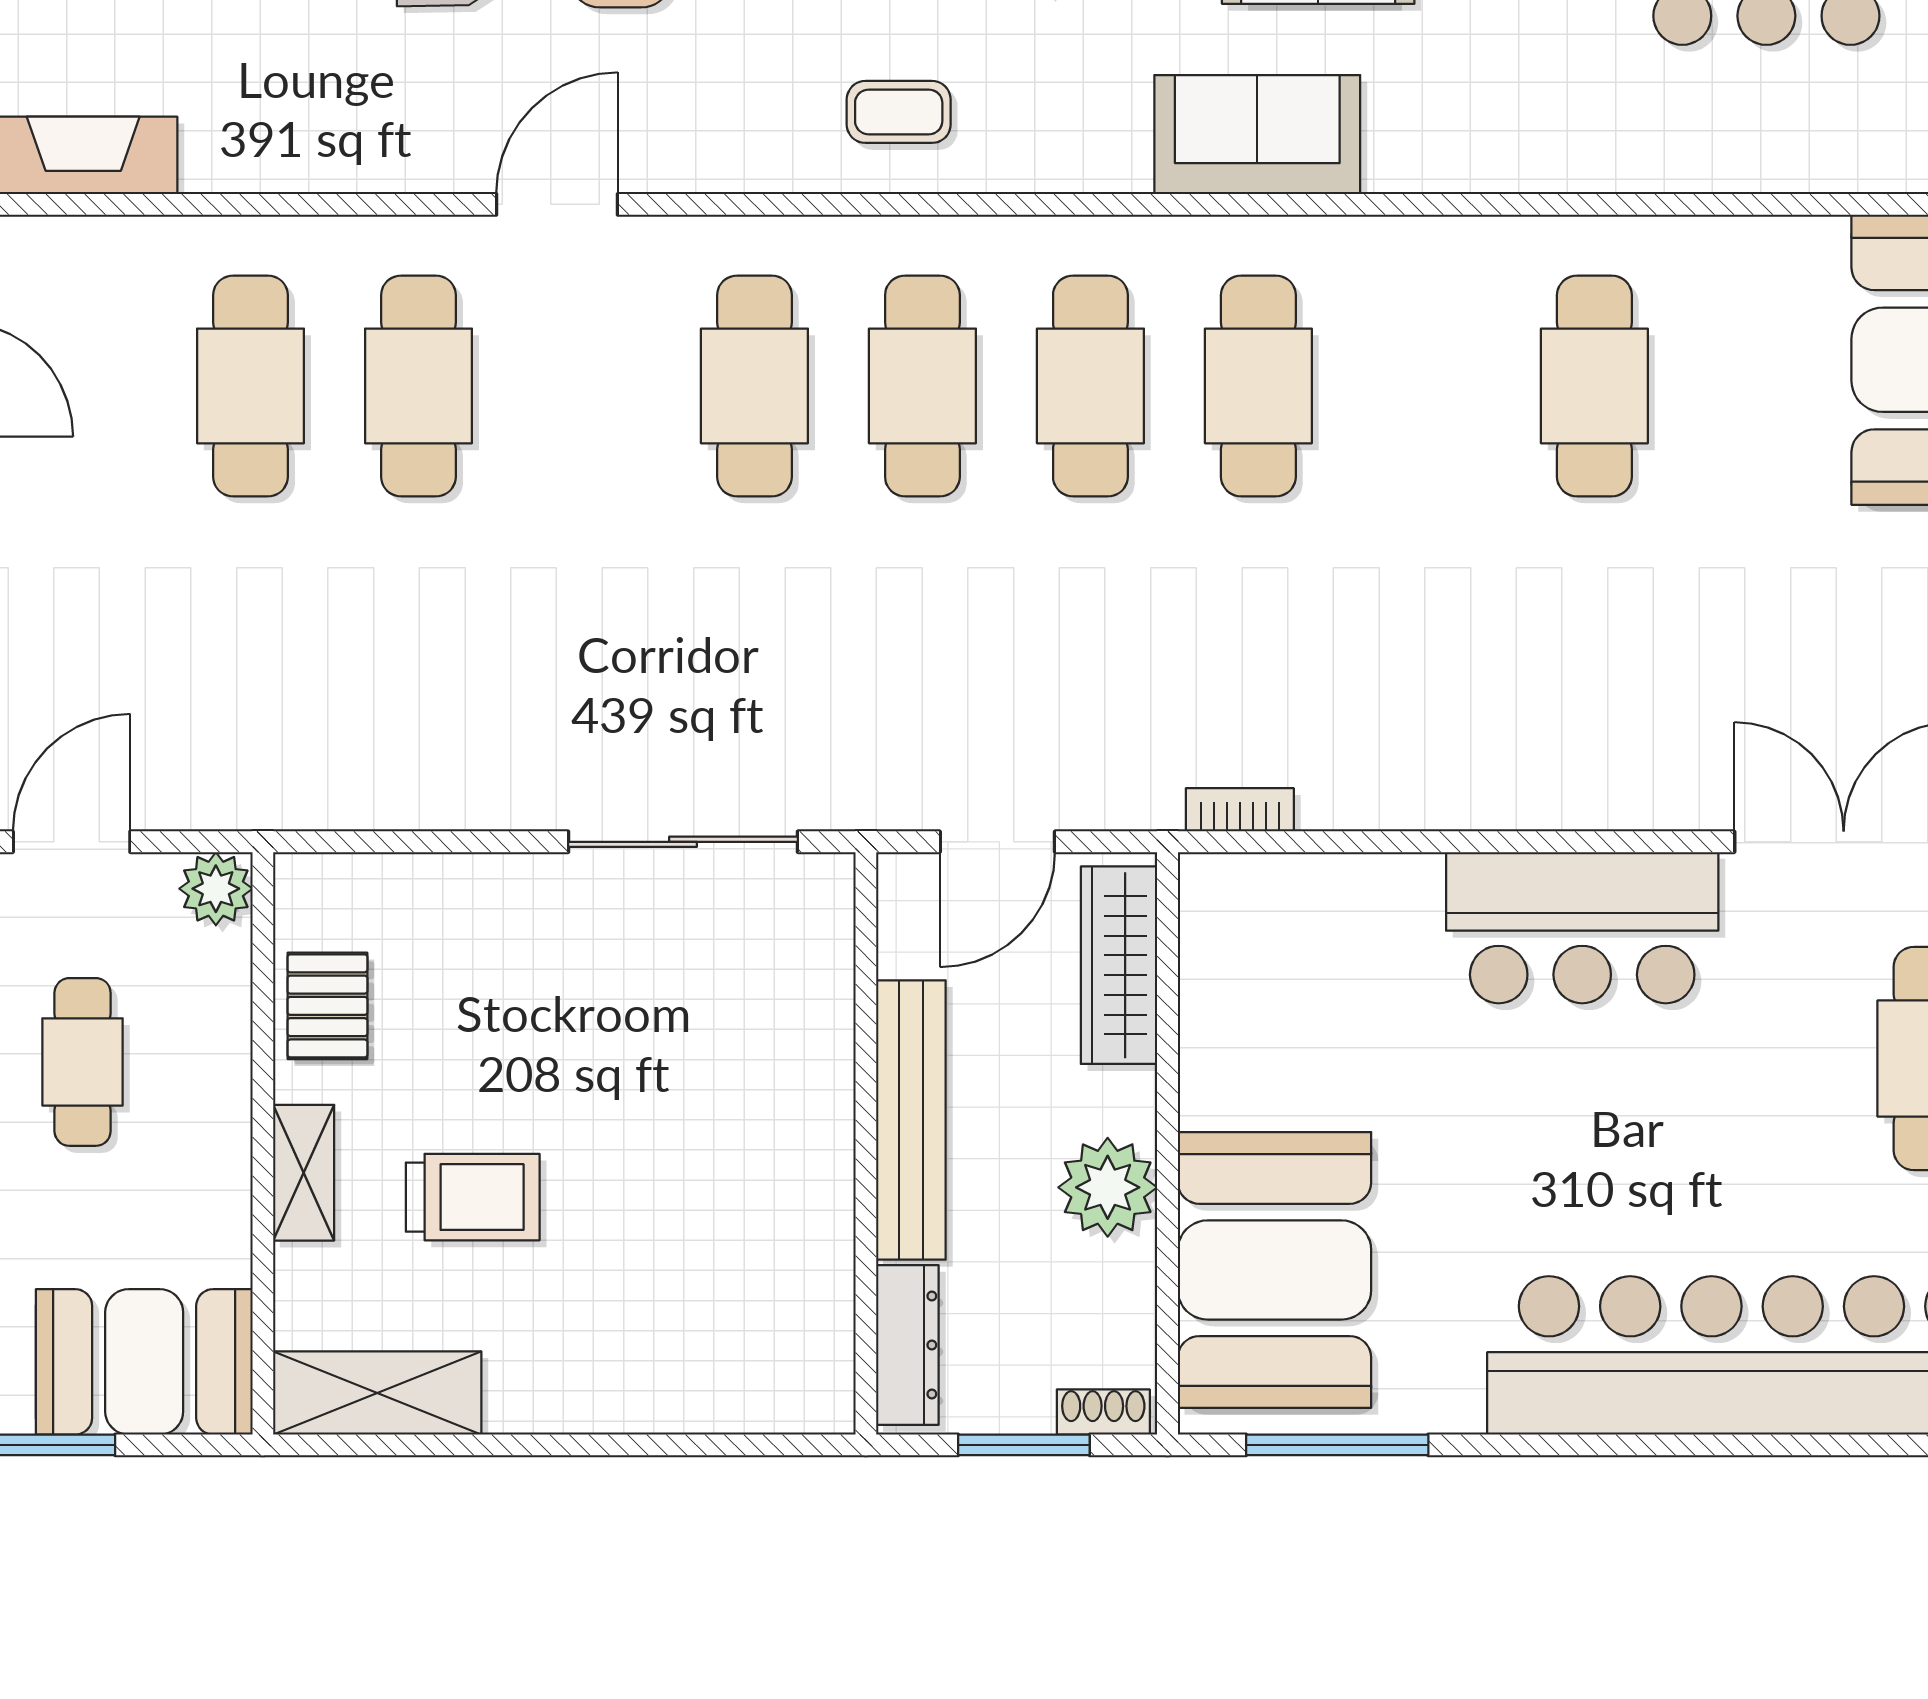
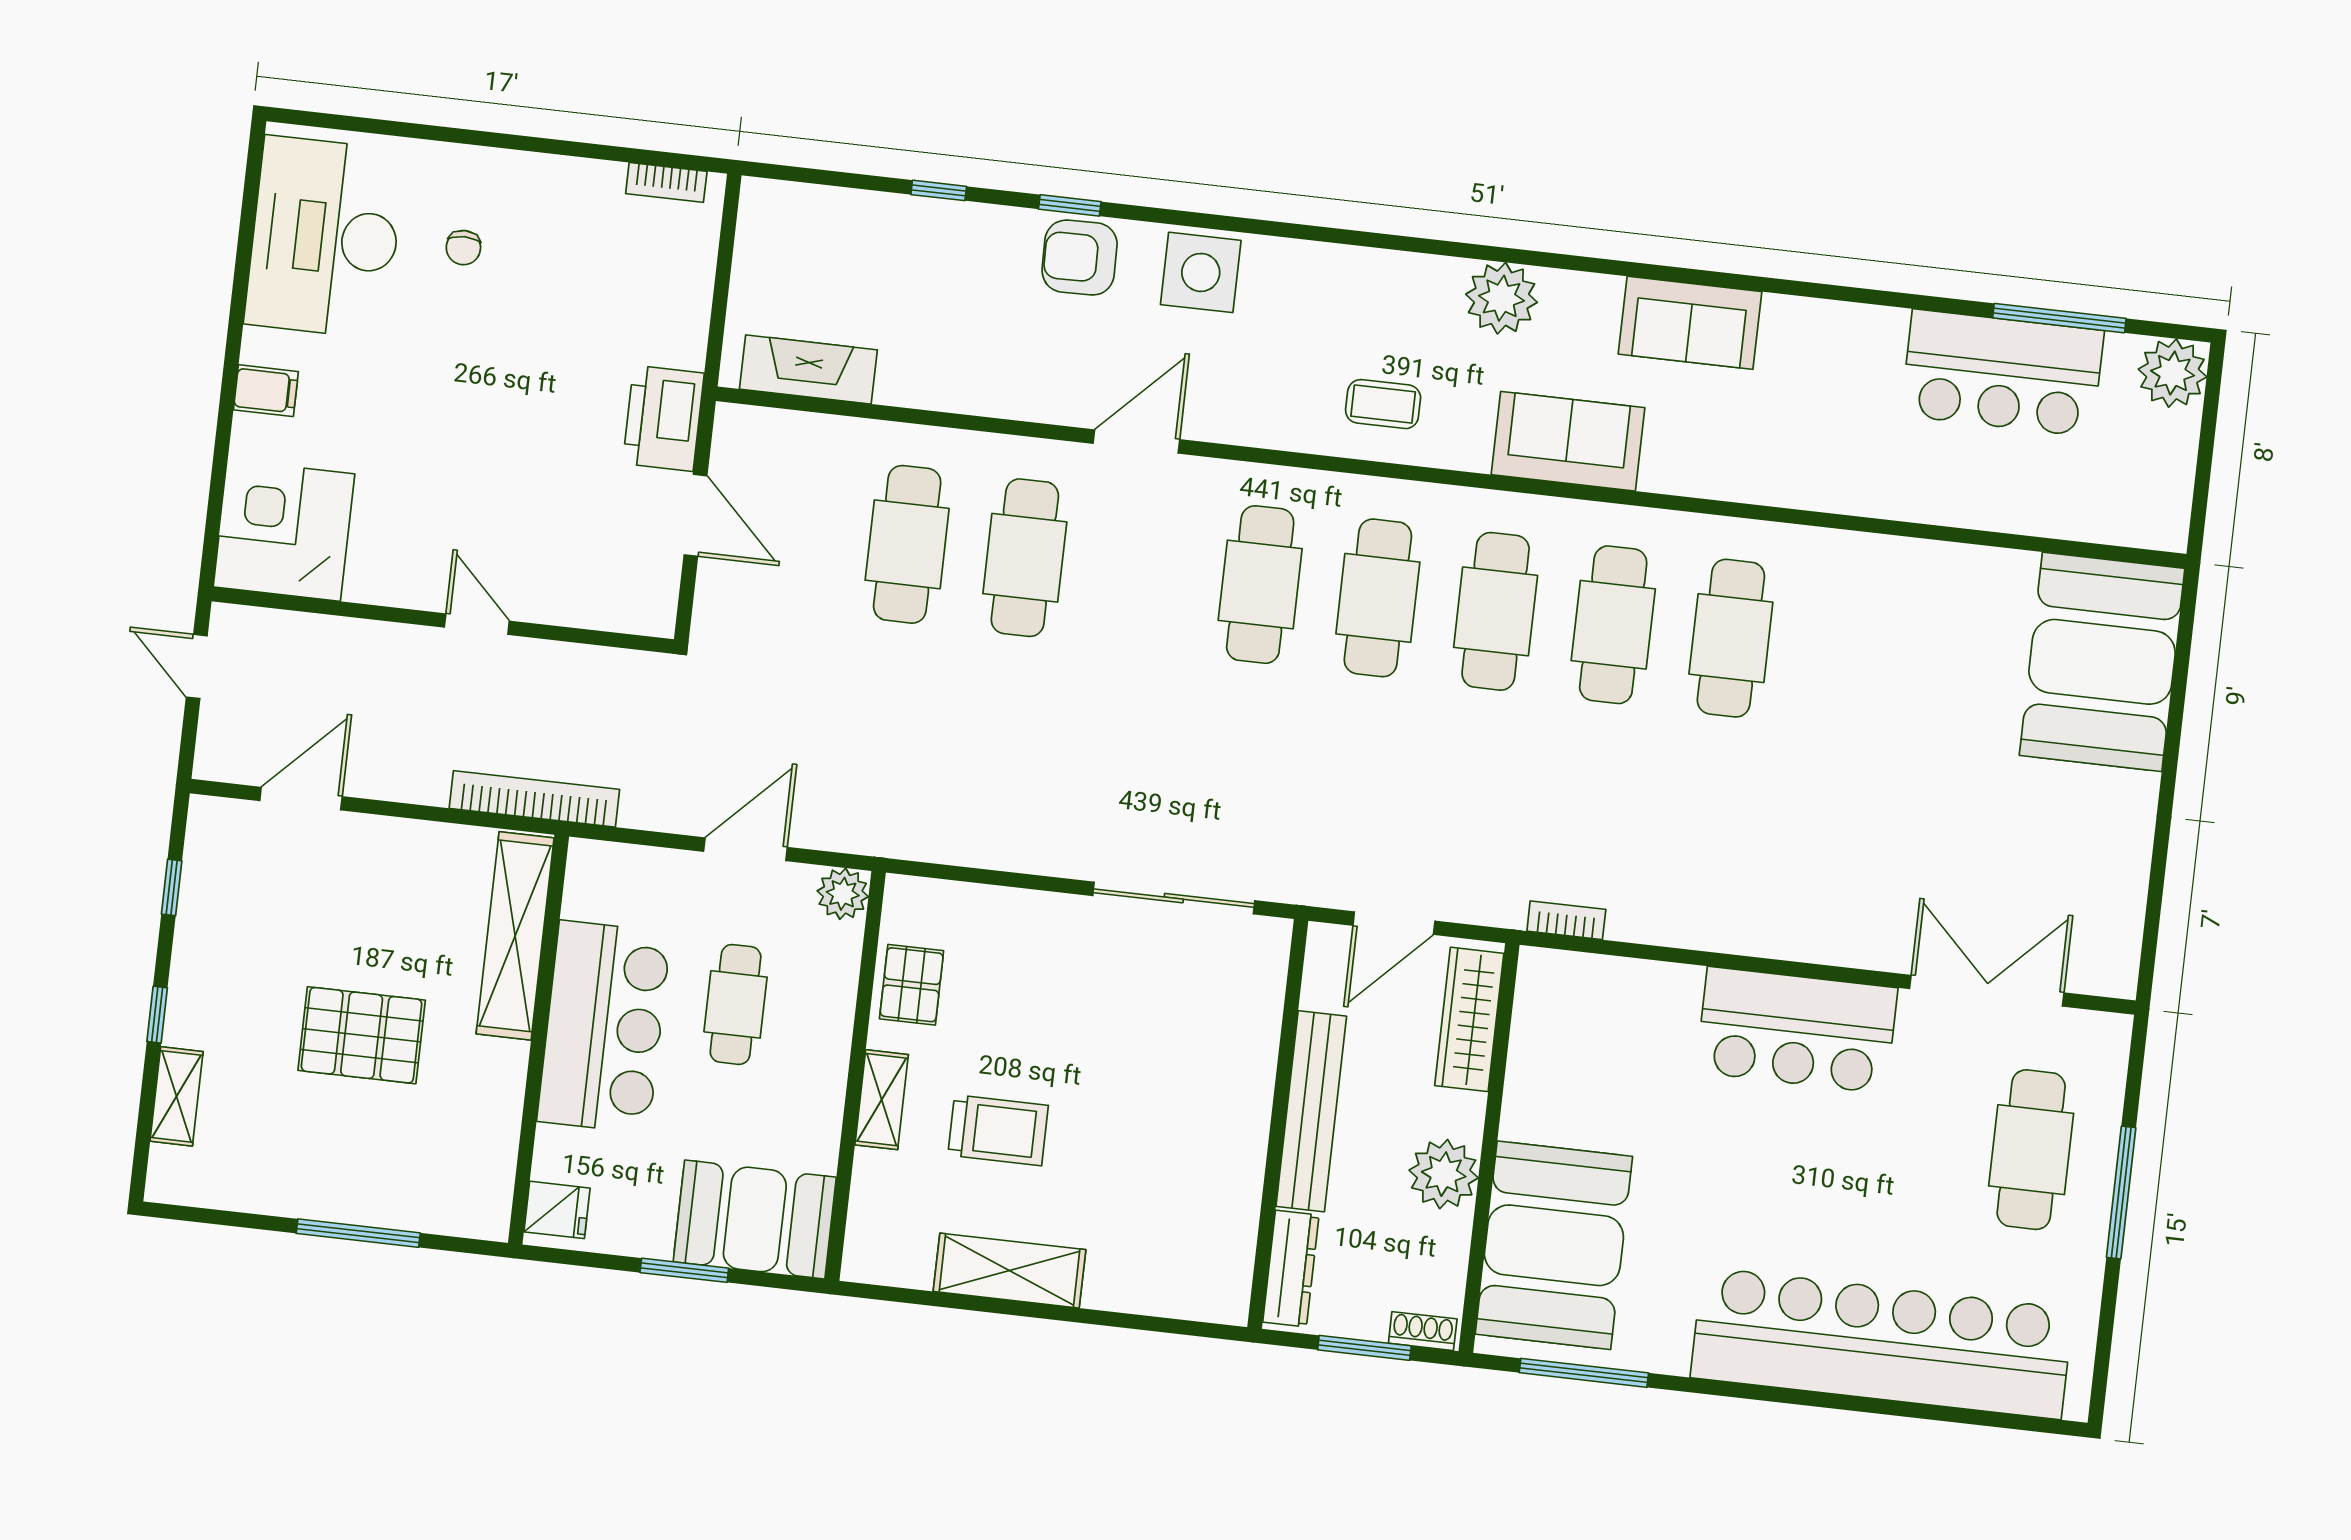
sofa: (1257, 135) -> (1568, 441), moved
cafe table: (1594, 386) -> (1731, 638), moved
shelving: (377, 1393) -> (1009, 1271), moved

